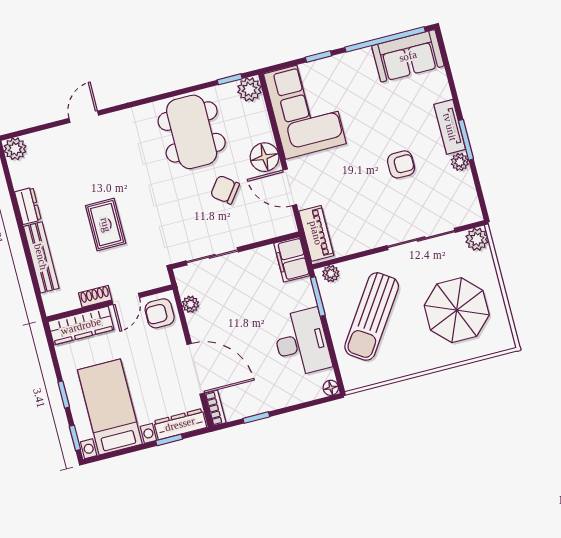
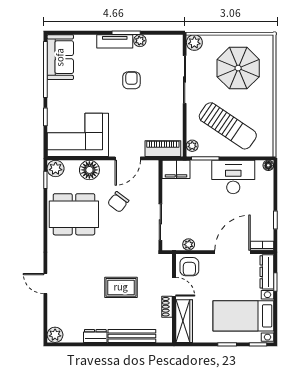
floor lamp: (265, 157) -> (89, 170), moved

